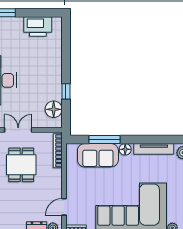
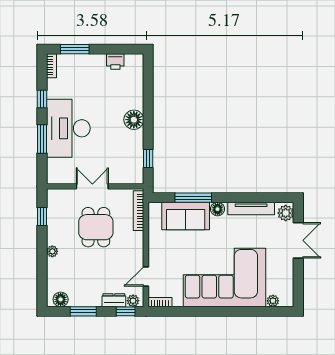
printer: (38, 26) -> (115, 61), width x0.53, depth x0.68
window: (66, 91) -> (148, 158), moved
floor lamp: (54, 109) -> (134, 120), moved

